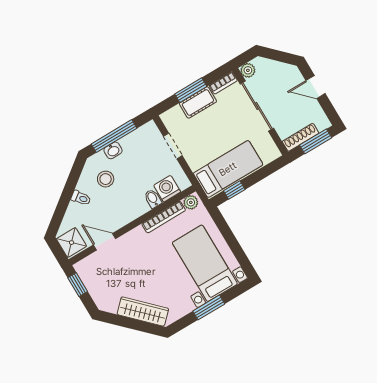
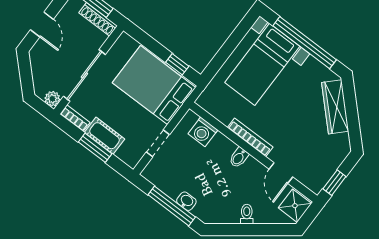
bed: (228, 169) -> (154, 85), width x1.50
stool: (106, 179) -> (218, 197), removed
bidet: (153, 199) -> (239, 158), moved
plant: (191, 202) -> (207, 103), removed
bookcase: (164, 217) -> (250, 137), moved
window: (209, 307) -> (305, 43), width x2.11

